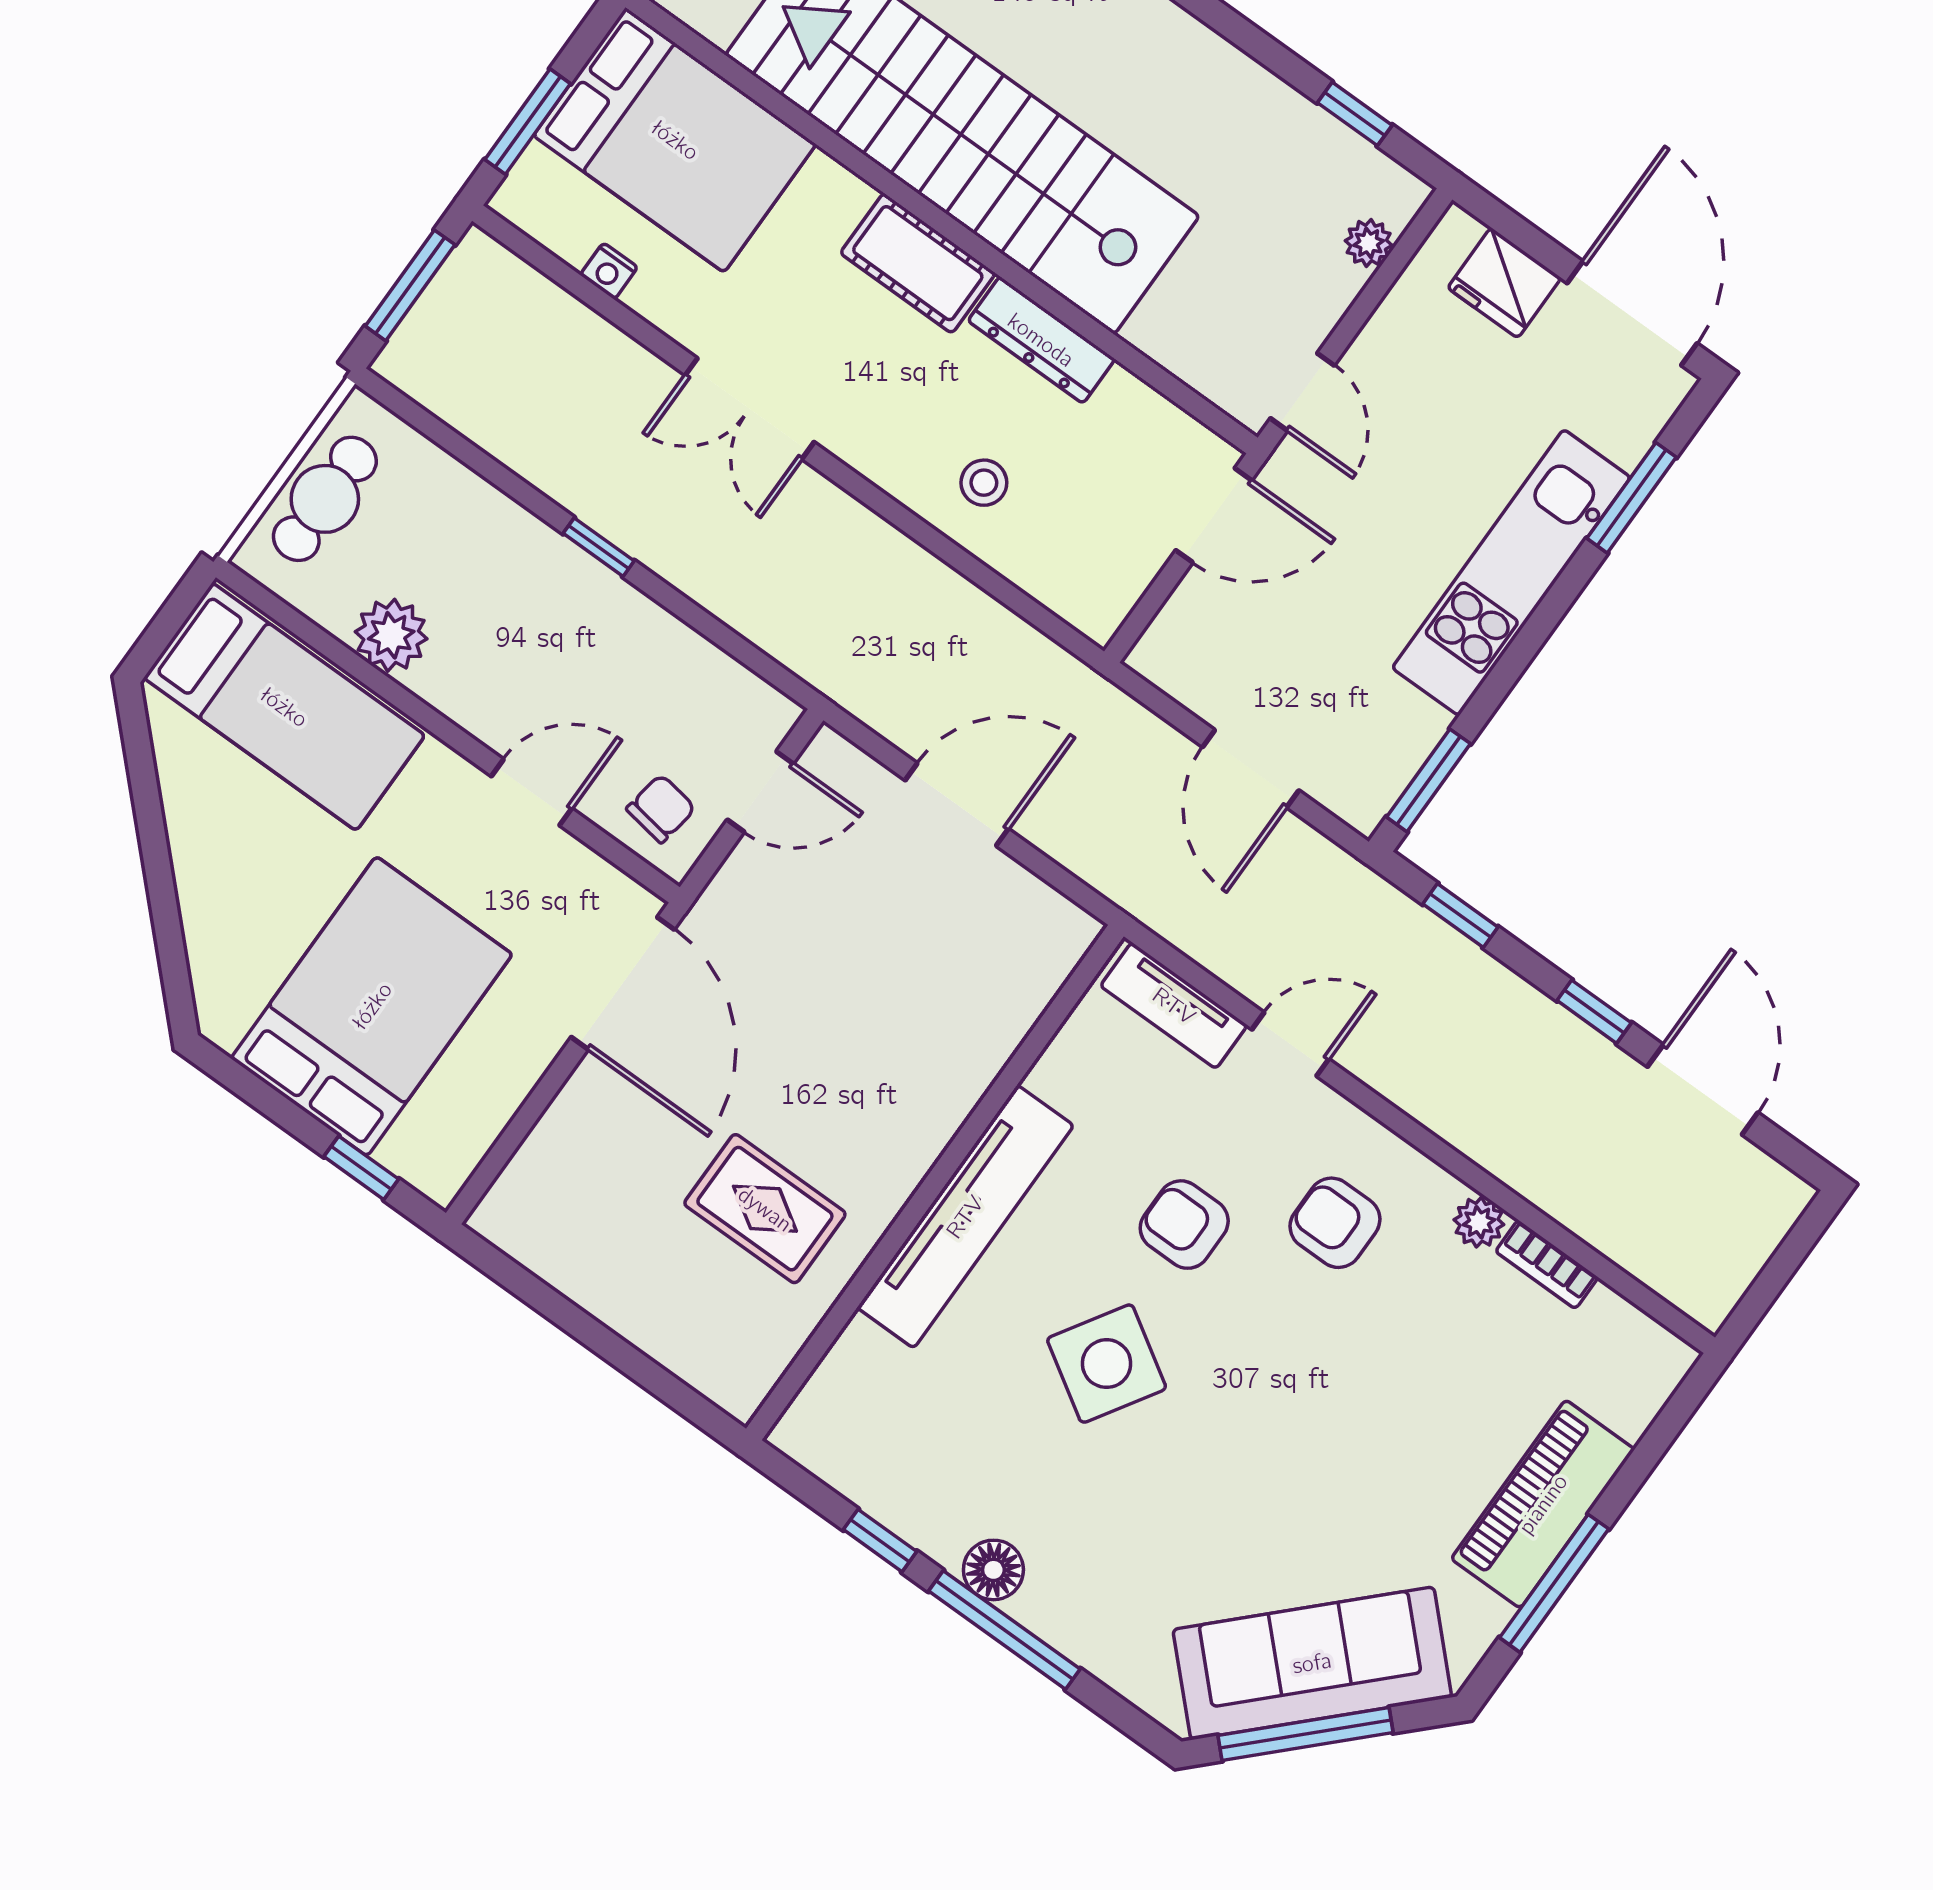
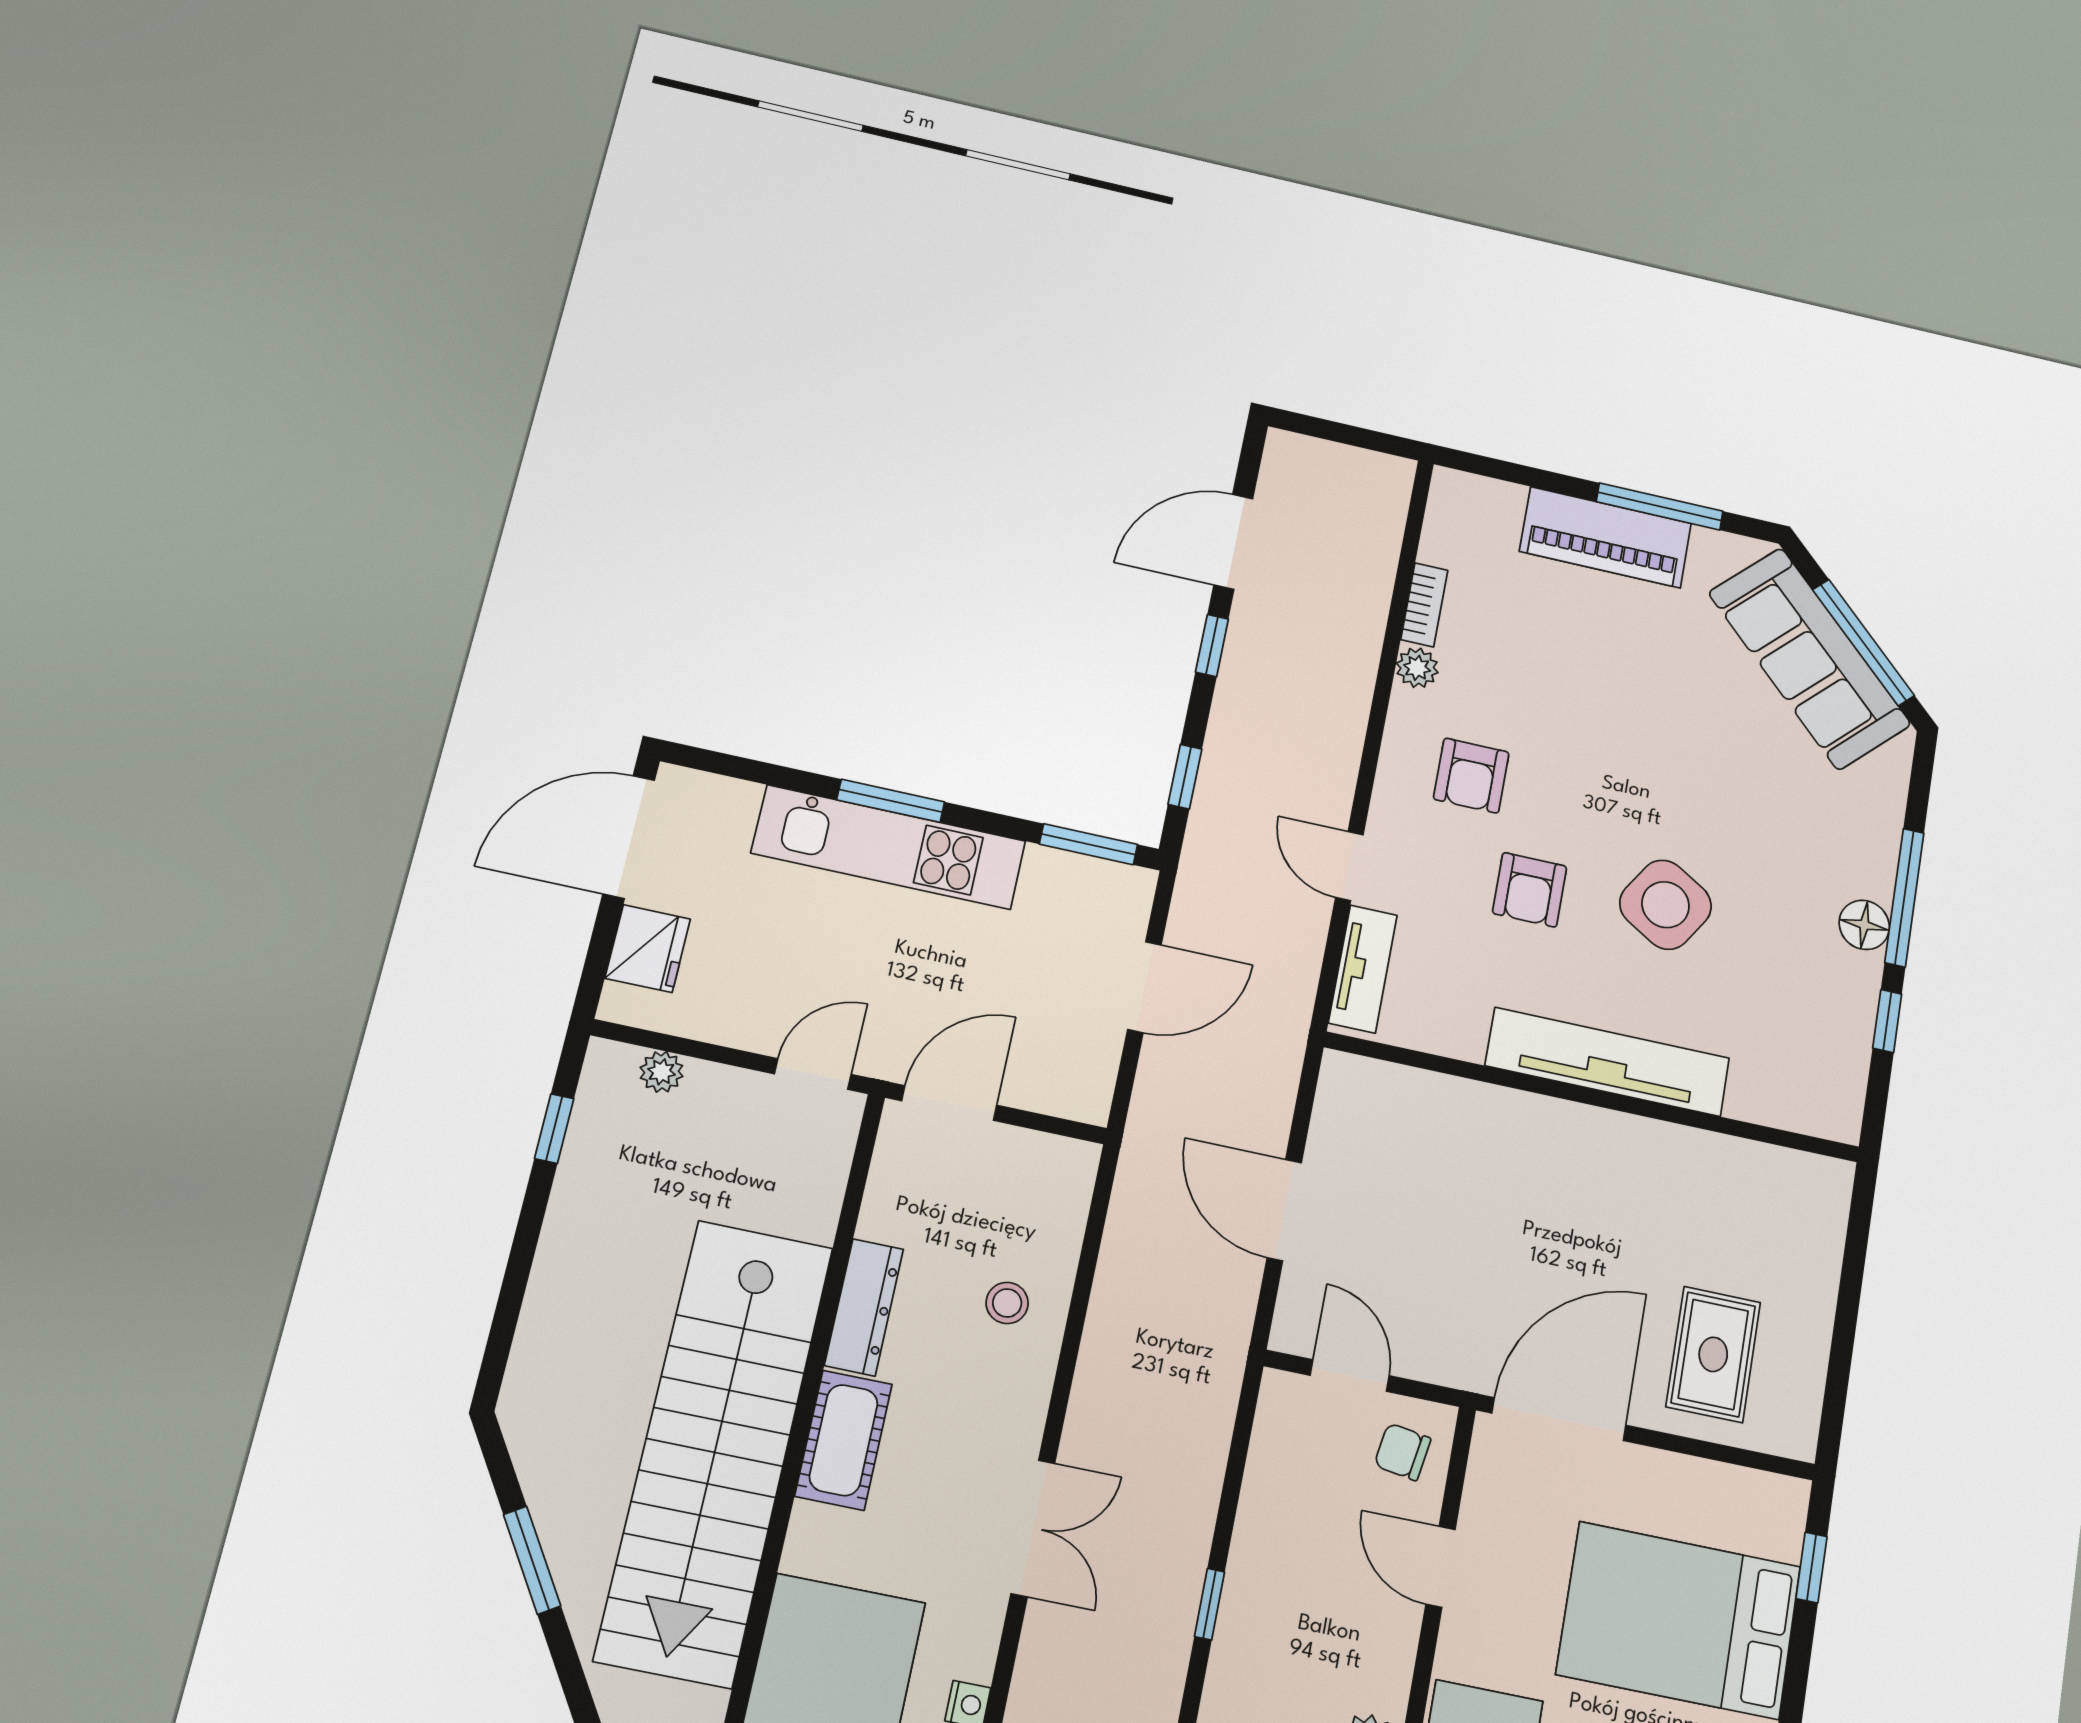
window: (1632, 498) -> (891, 801), moved
door: (1214, 515) -> (949, 1103), hinge flipped
rug: (765, 1209) -> (1713, 1354), moved

